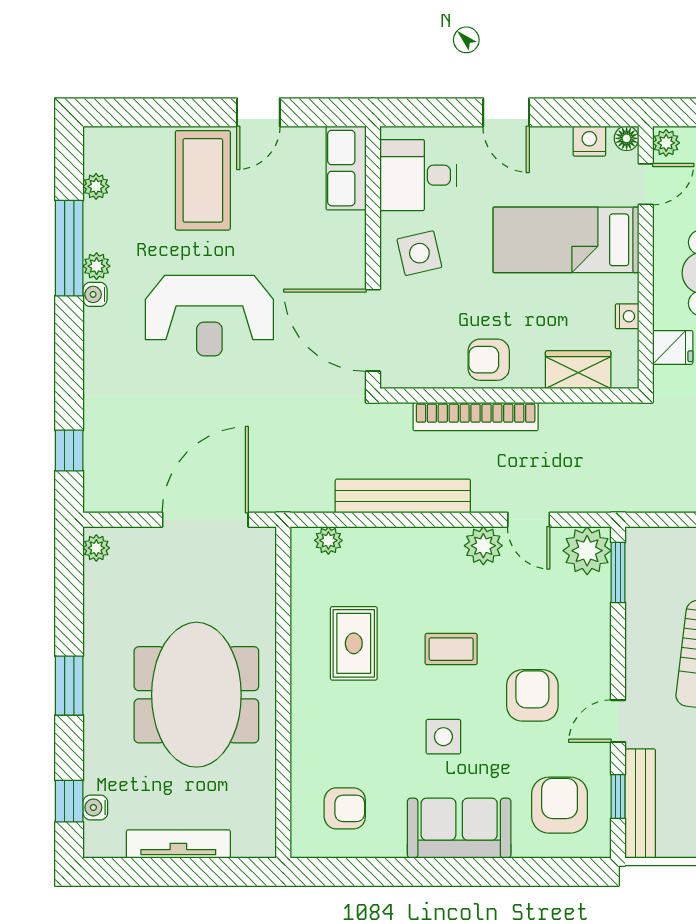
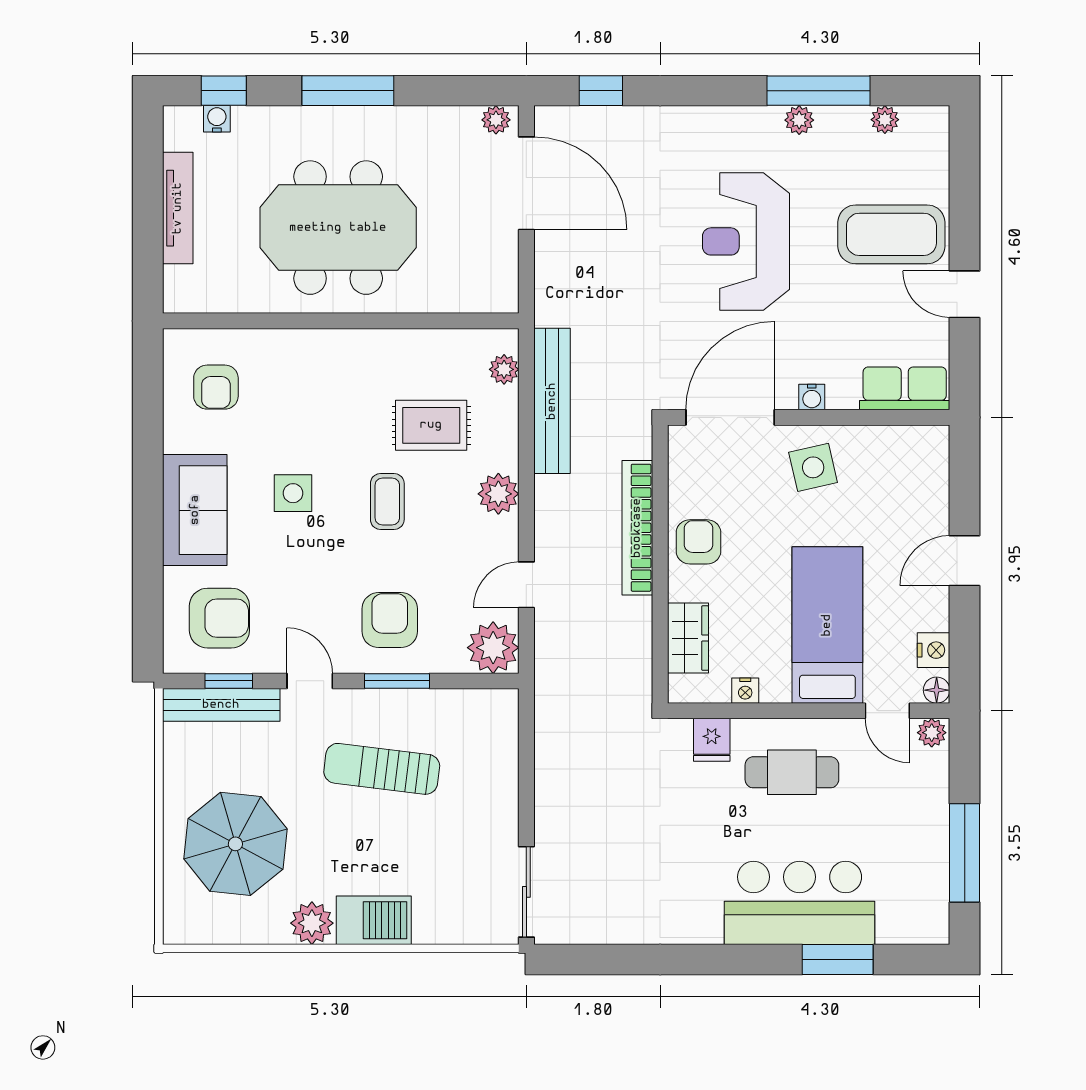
desk: (418, 175) -> (897, 466), removed
water cooler: (95, 294) -> (812, 397), moved, turned 180
bench: (403, 496) -> (552, 401), moved
door: (205, 520) -> (526, 183), moved
plant: (483, 546) -> (498, 494), moved
window: (618, 572) -> (397, 681), moved
rug: (354, 643) -> (431, 425), moved
window: (69, 686) -> (348, 91), width x1.44
armchair: (532, 695) -> (390, 620), moved, turned -90

